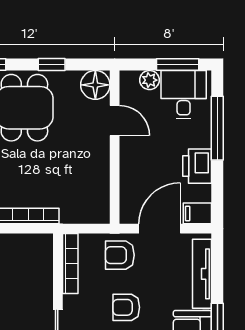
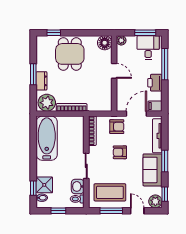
window: (52, 64) -> (83, 33), removed
plant: (150, 80) -> (121, 40), moved
door: (115, 120) -> (114, 71), moved
armchair: (120, 255) -> (117, 127), turned 180

